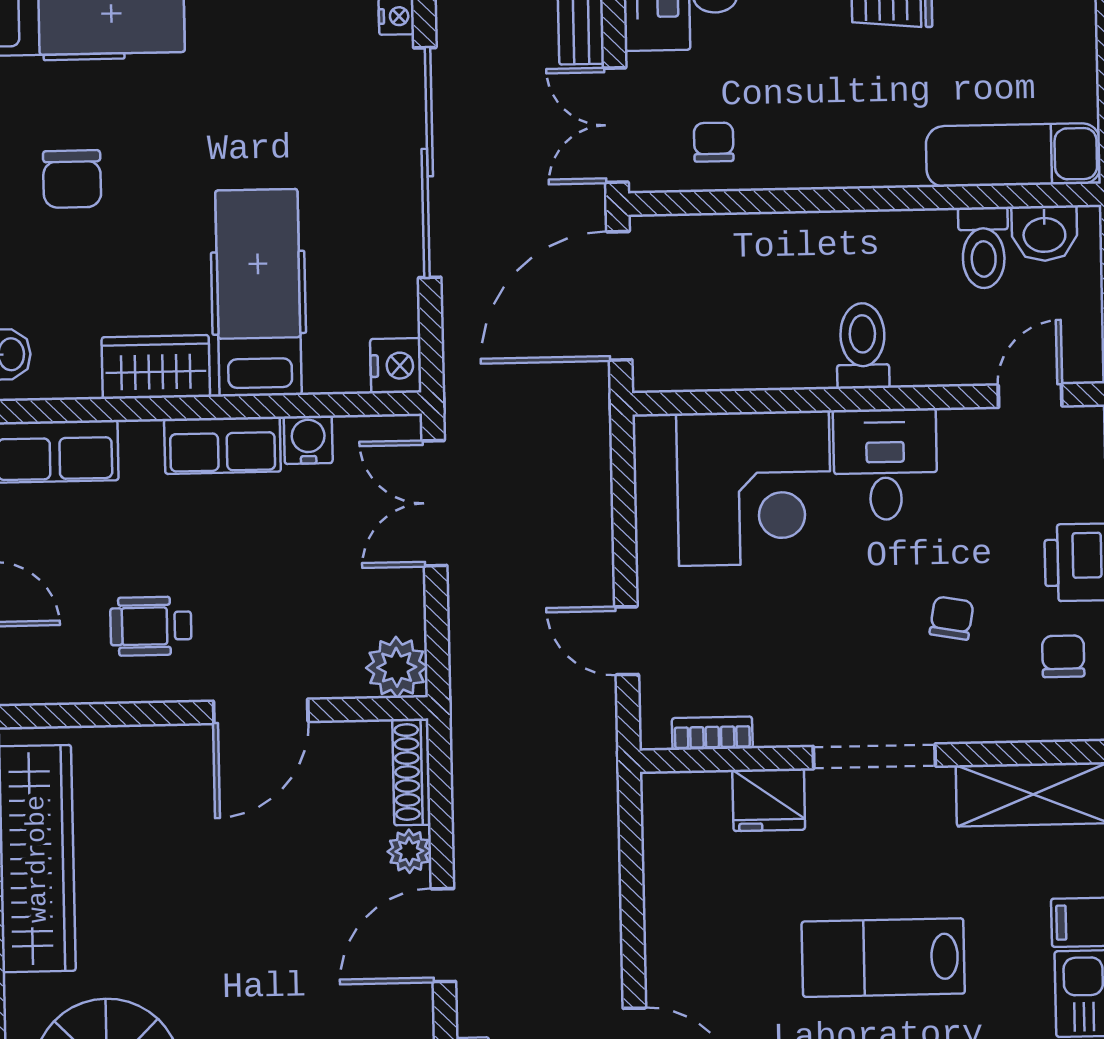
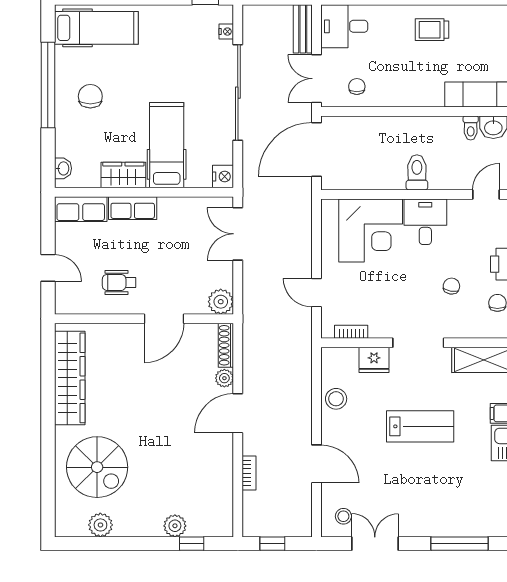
chair: (72, 179) -> (90, 96), turned 180
toilet: (983, 248) -> (471, 128), width x0.73, depth x0.72
water cooler: (308, 440) -> (186, 206), removed
row of seats: (222, 445) -> (133, 208), moved
stool: (679, 895) -> (336, 399), added
lab bench: (883, 958) -> (420, 426), turned 180

